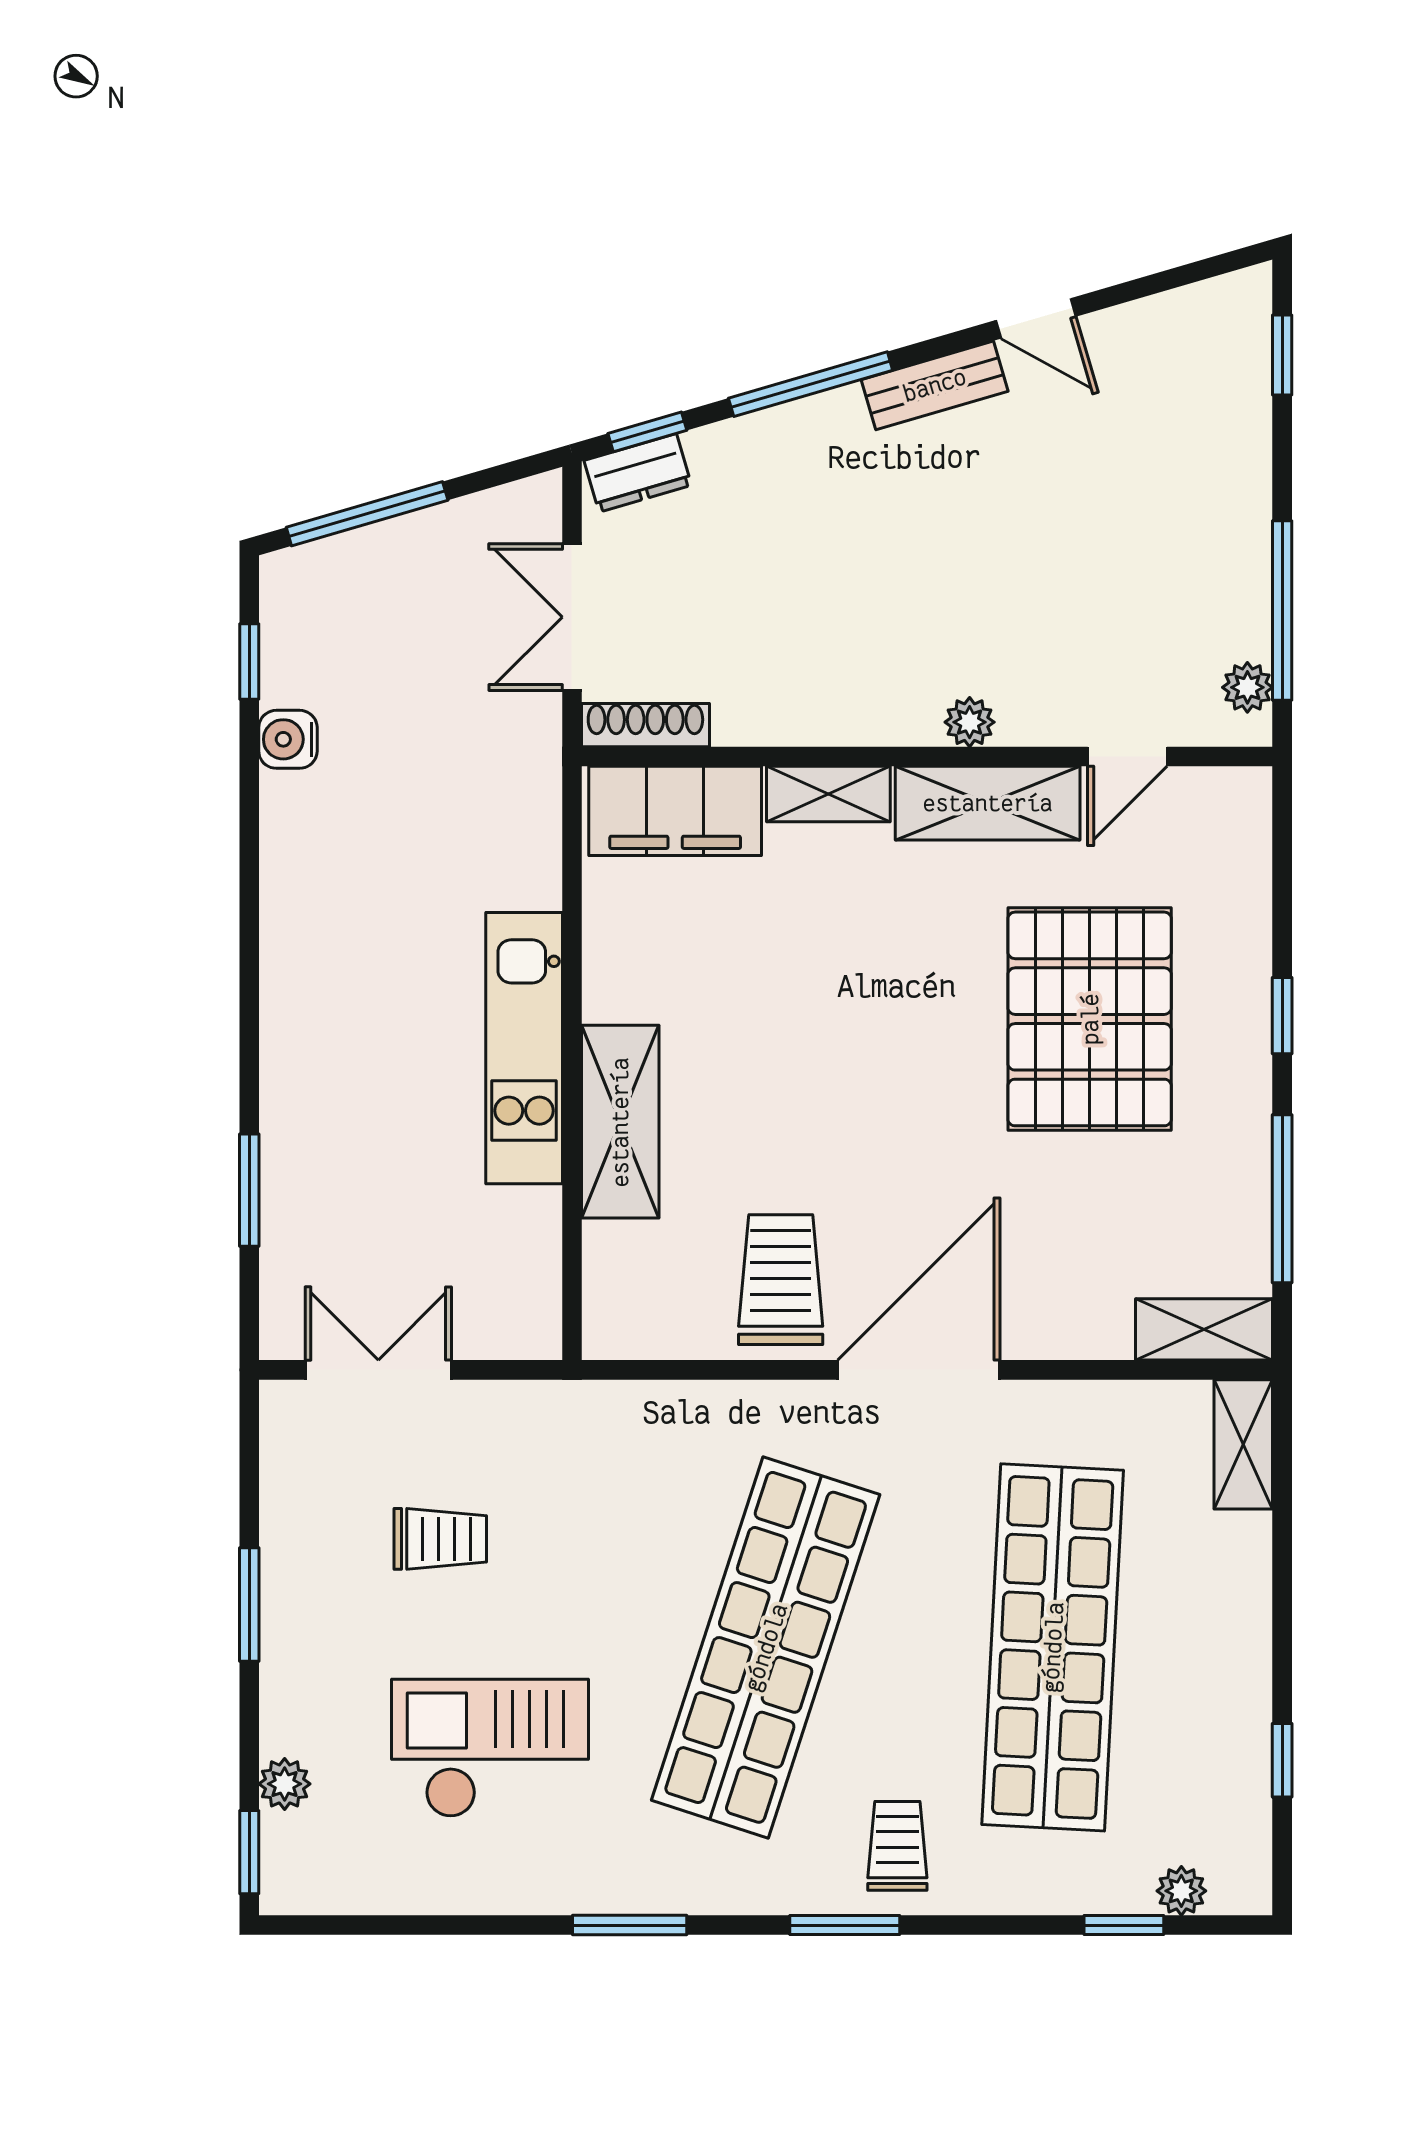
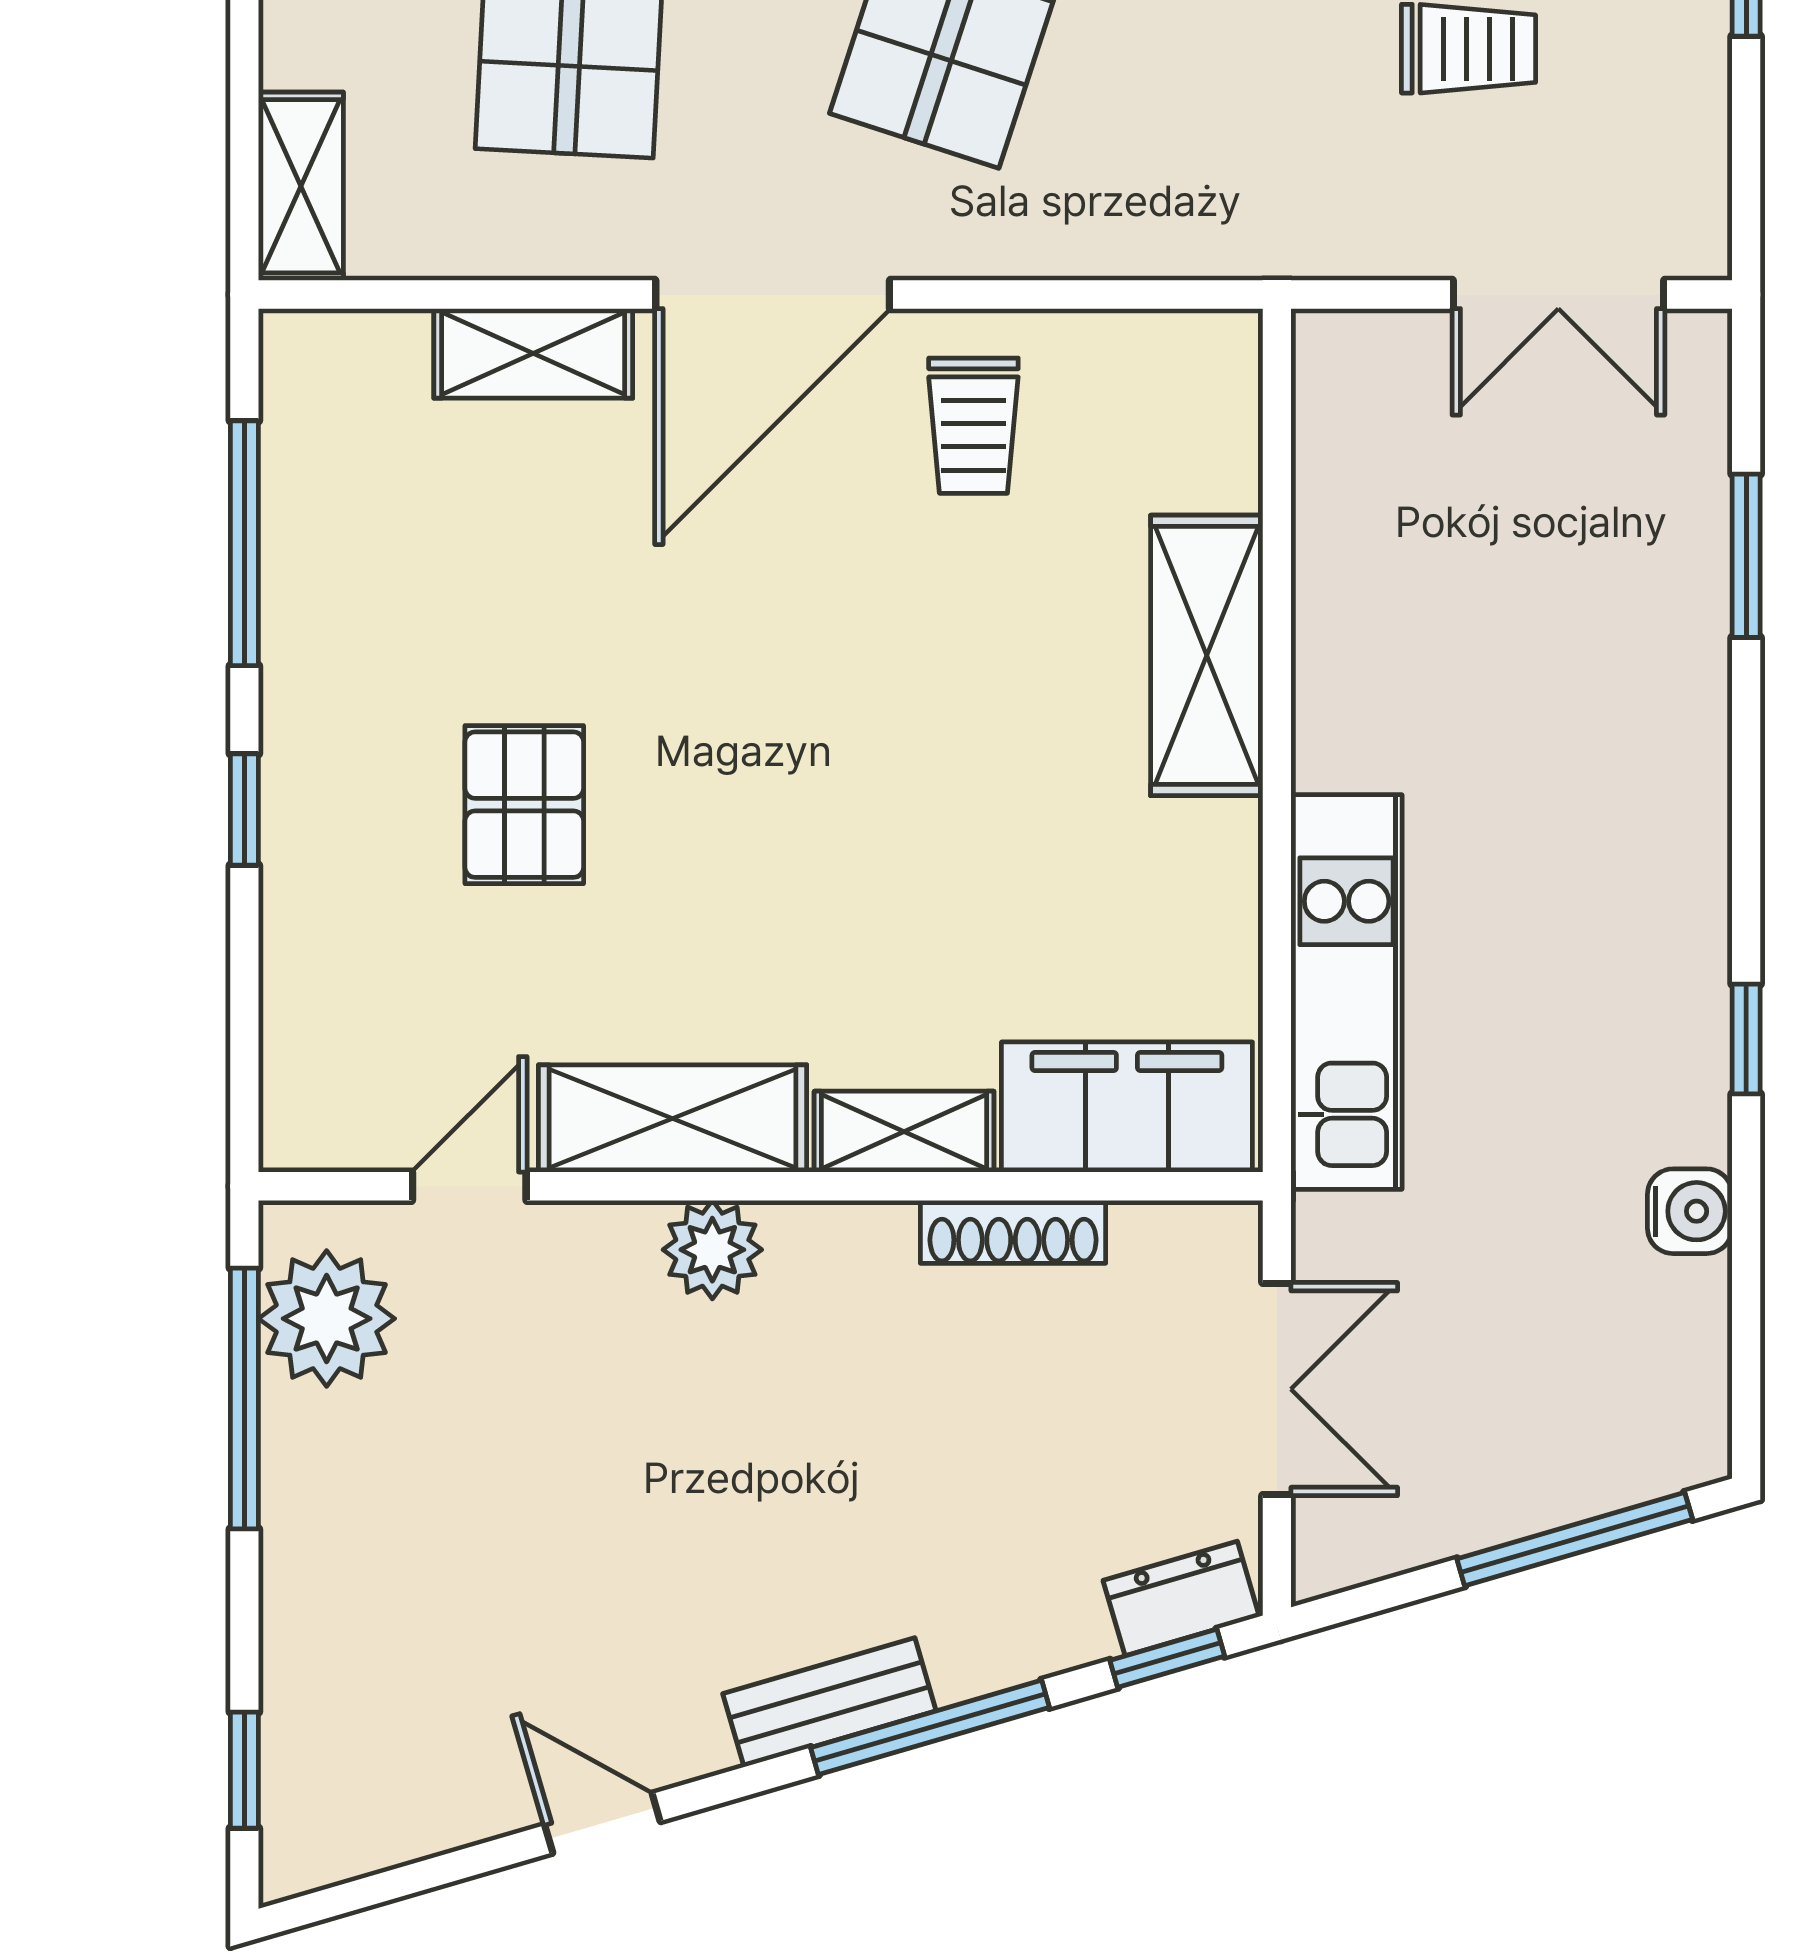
bench: (935, 385) -> (829, 1702), moved
window: (249, 662) -> (1746, 1039), moved
plant: (1247, 687) -> (327, 1319), width x1.88, depth x1.88
plant: (970, 722) -> (712, 1250), width x1.38, depth x1.38
shoe rack: (645, 725) -> (1013, 1232), moved
pallet: (1090, 1019) -> (524, 805), width x0.49, depth x0.50
kitchen unit: (524, 1048) -> (1347, 992), moved
trolley: (781, 1280) -> (973, 426), width x0.73, depth x0.72
shelving: (1204, 1329) -> (533, 353), moved
trolley: (440, 1539) -> (1468, 49), turned 180

